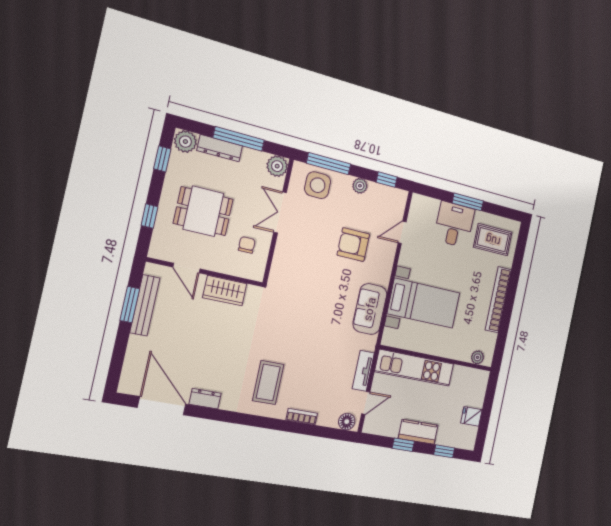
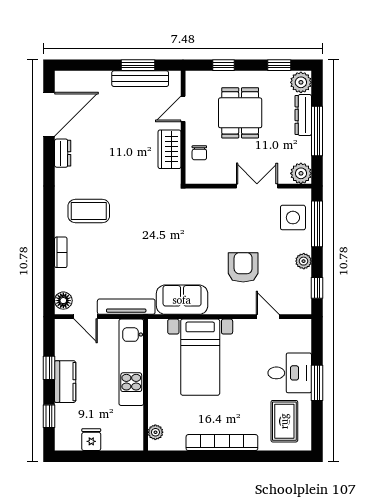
chair: (247, 245) -> (199, 153), moved, turned 90
tv unit: (363, 371) -> (126, 307), width x1.41

